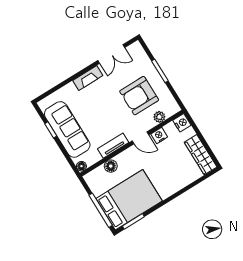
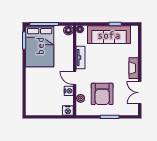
armchair: (139, 96) -> (102, 94), turned 180
door: (140, 138) -> (75, 78), hinge flipped
wardrobe: (201, 155) -> (40, 110), removed
floor lamp: (111, 166) -> (68, 30), moved

